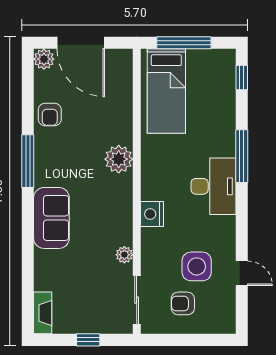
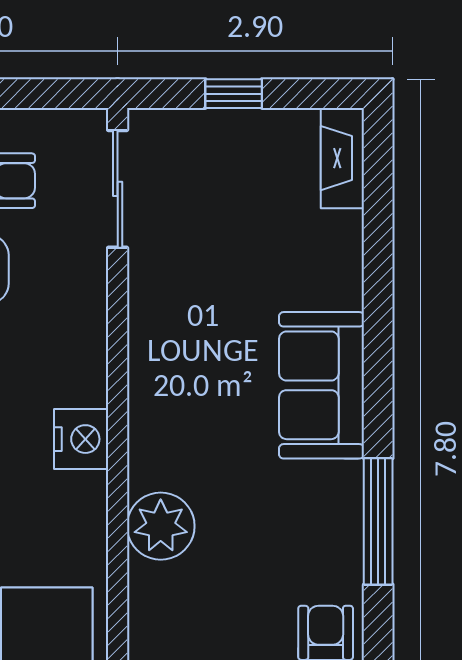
nightstand: (152, 214) -> (81, 439), moved
plant: (124, 255) -> (147, 297), removed

